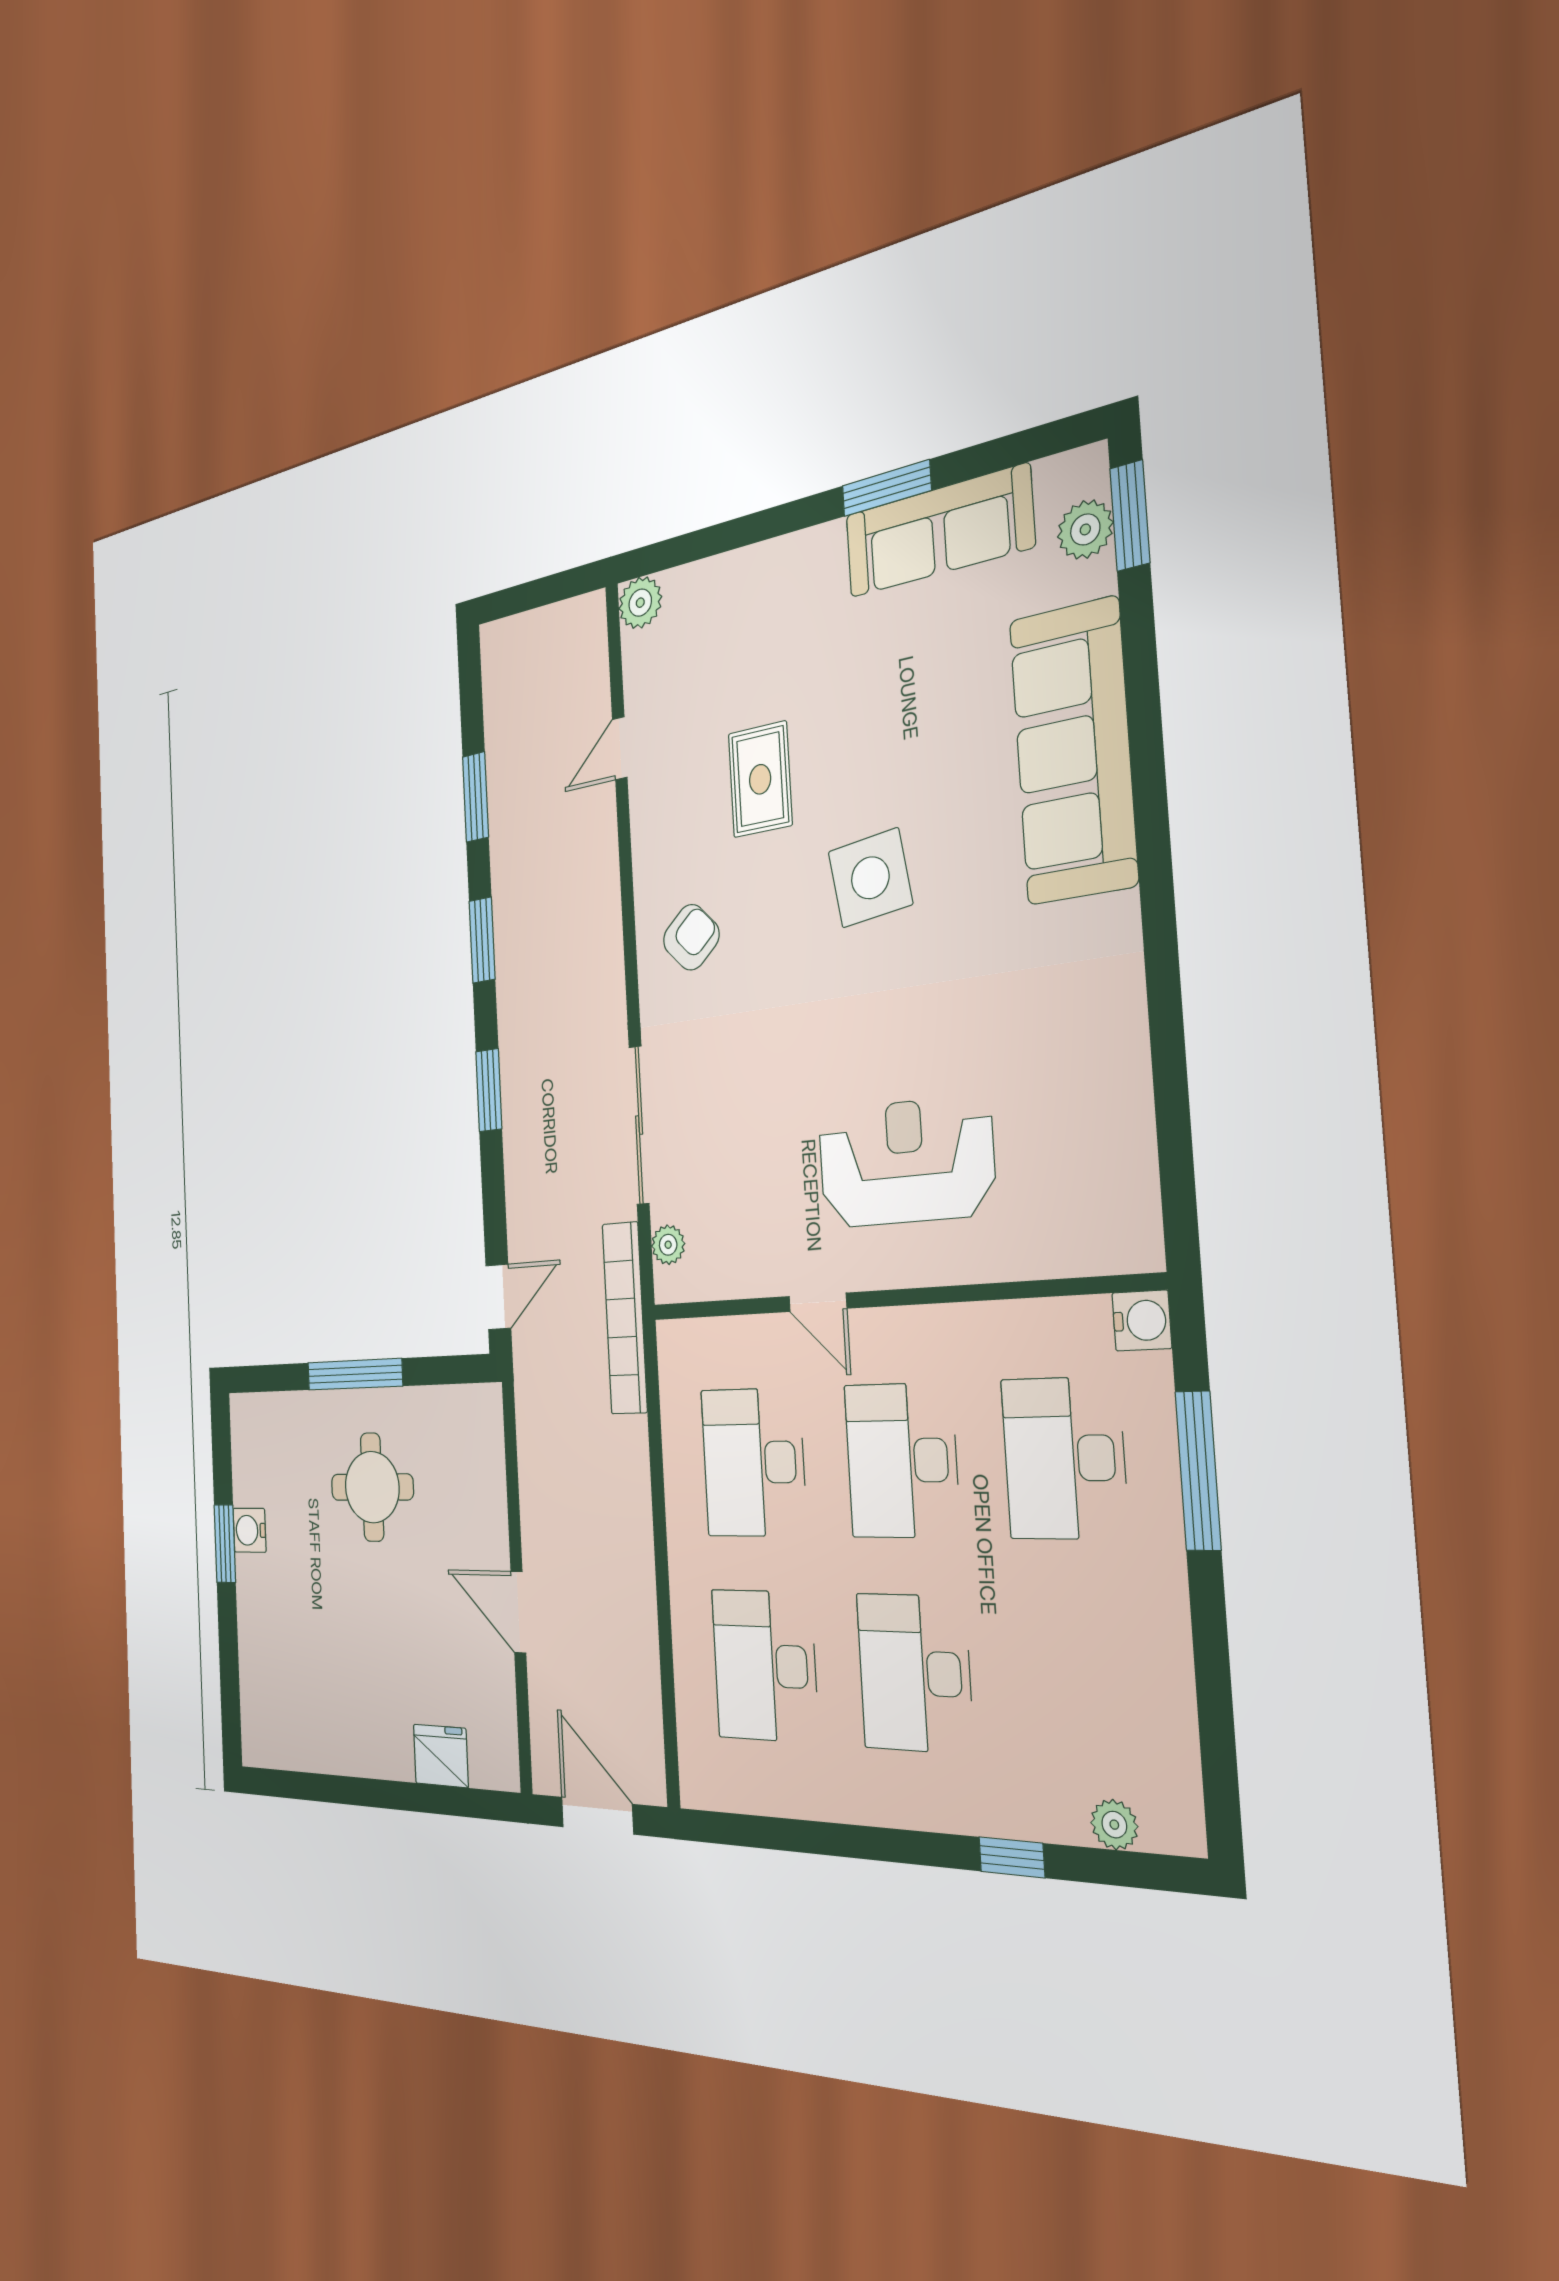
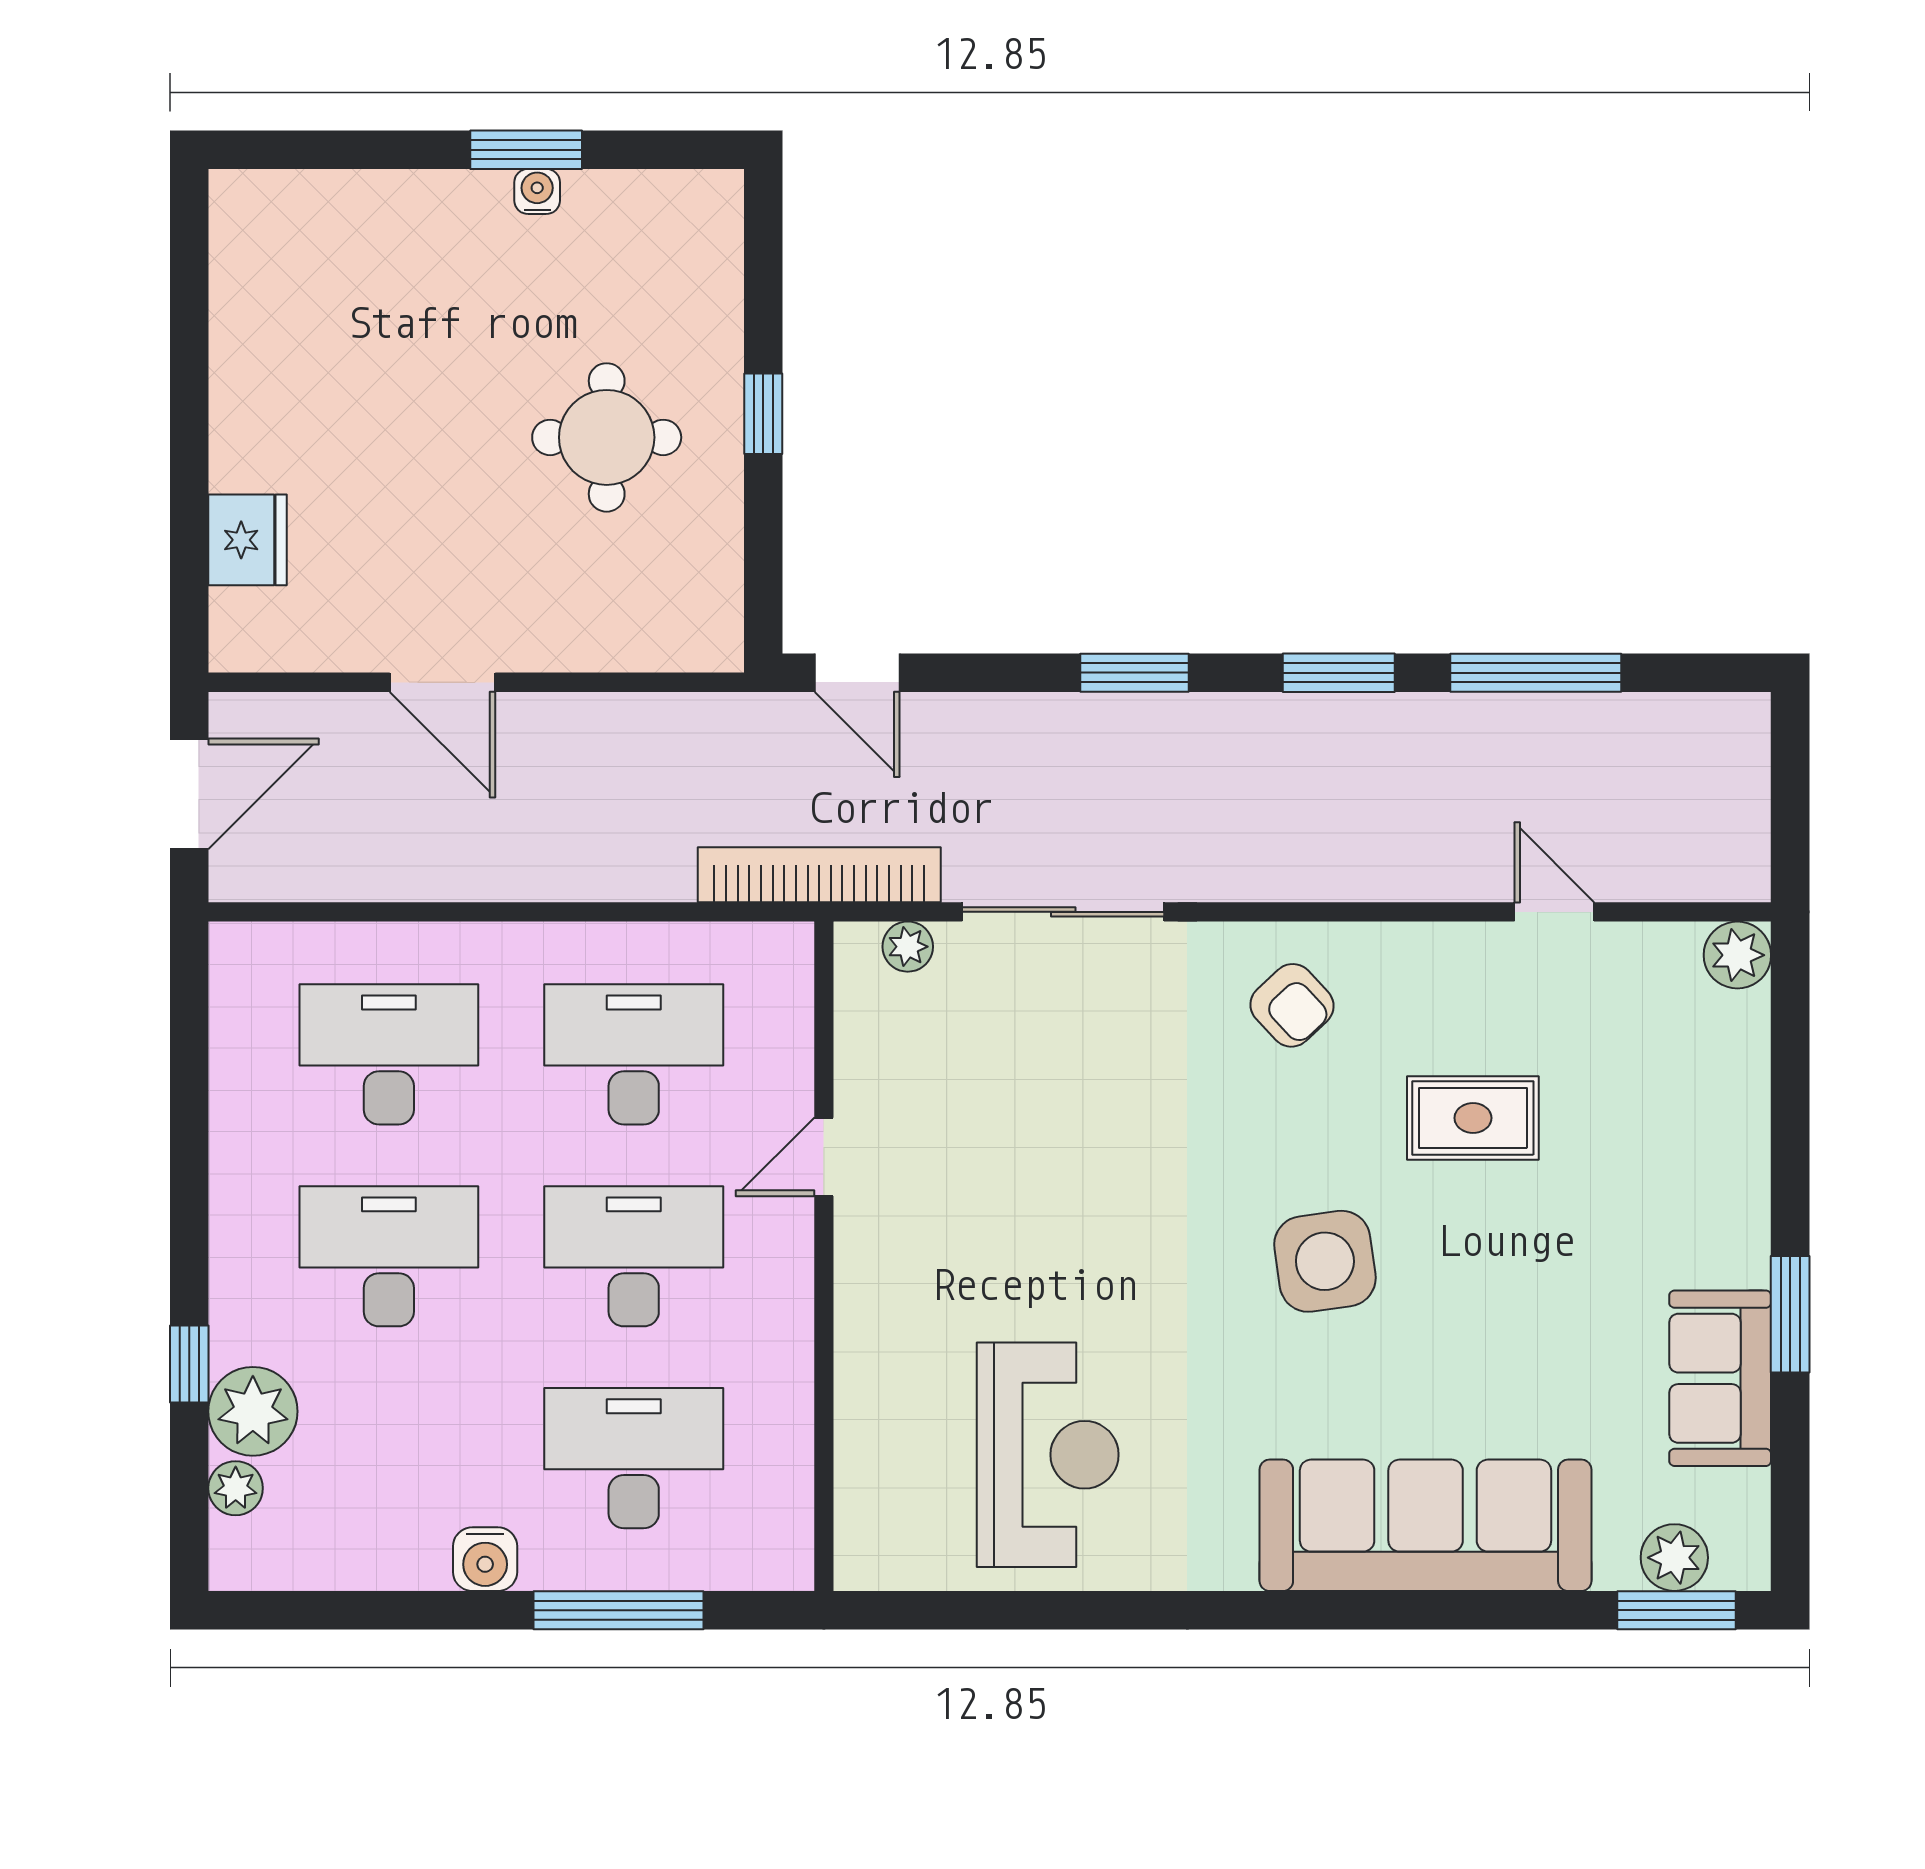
sofa: (939, 531) -> (1720, 1378), width x0.73
window: (476, 797) -> (1536, 673), width x1.44
reception desk: (906, 1162) -> (1048, 1455), moved
water cooler: (1142, 1321) -> (485, 1559), moved
window: (355, 1374) -> (763, 414), width x0.46
water cooler: (250, 1530) -> (537, 191), width x0.72, depth x0.72
door: (518, 1612) -> (443, 682), swing flipped
plant: (1047, 1803) -> (253, 1411), added

